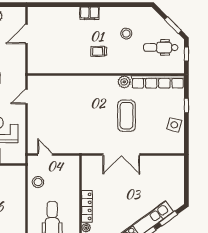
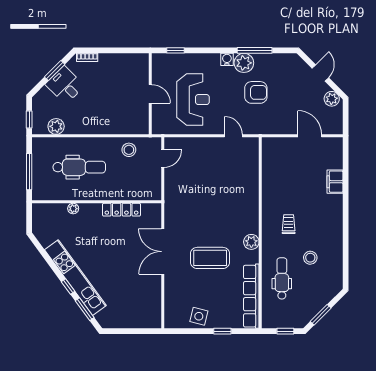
filing cabinet: (90, 13) -> (335, 182), moved
dental chair: (161, 47) -> (282, 278), moved
plant: (124, 82) -> (251, 242), moved
locker: (87, 206) -> (122, 210), moved

